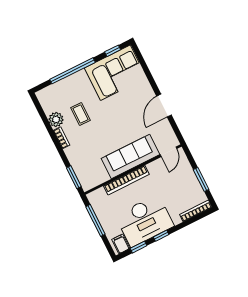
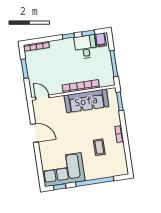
door: (164, 106) -> (34, 133), hinge flipped
plant: (56, 120) -> (119, 149), removed
door: (169, 152) -> (42, 97), hinge flipped
sofa: (131, 157) -> (86, 101), moved
desk: (145, 221) -> (86, 47), width x0.53, depth x0.77

